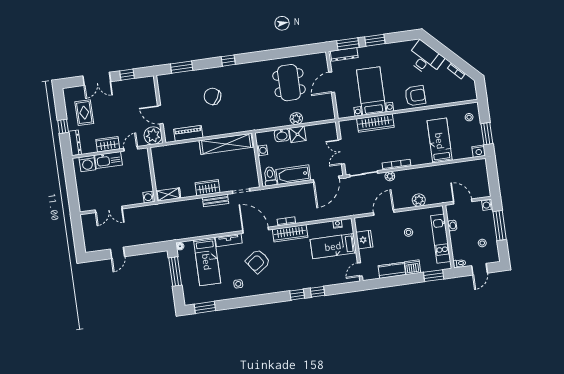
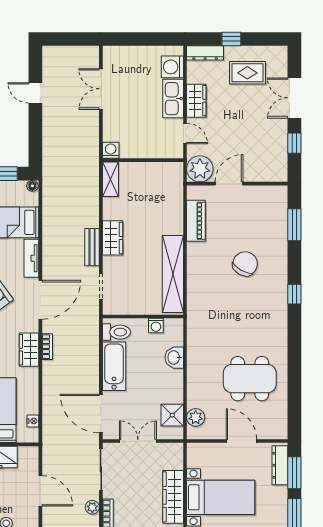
plant: (296, 119) -> (196, 417), moved
shower: (298, 134) -> (172, 415), moved
wardrobe: (290, 233) -> (29, 350), width x0.67

